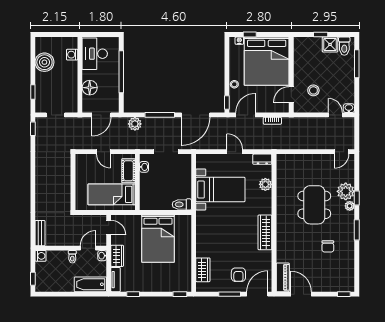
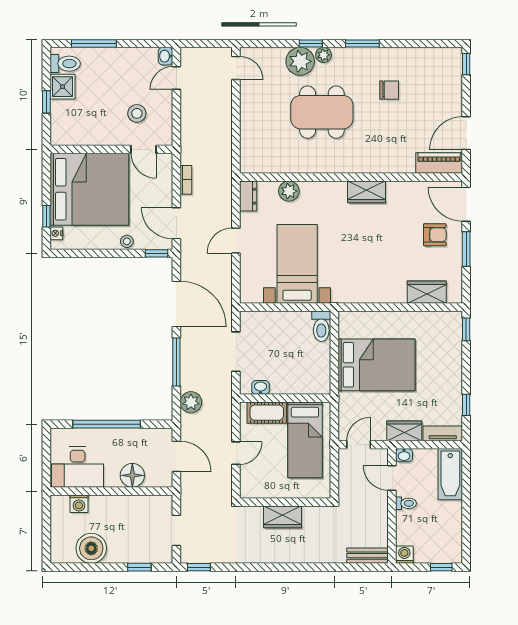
wardrobe: (64, 180) -> (282, 517), added
wardrobe: (265, 232) -> (366, 192), width x0.67

